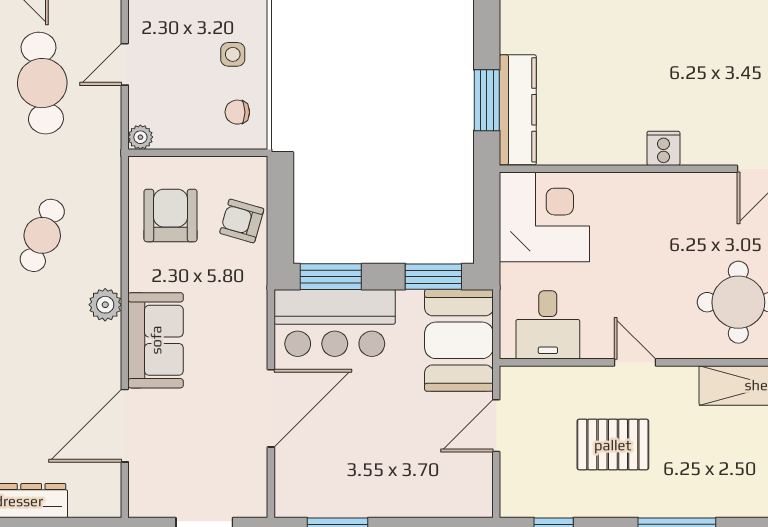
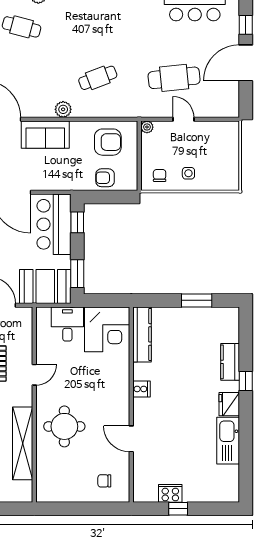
window: (487, 100) -> (197, 300), moved
kitchen counter: (518, 110) -> (142, 334), moved, turned -90
armchair: (242, 221) -> (105, 178), turned -106
cafe table: (42, 235) -> (98, 78), turned -42
window: (331, 277) -> (77, 222), width x0.67
desk: (548, 325) -> (67, 324), moved, turned 90

